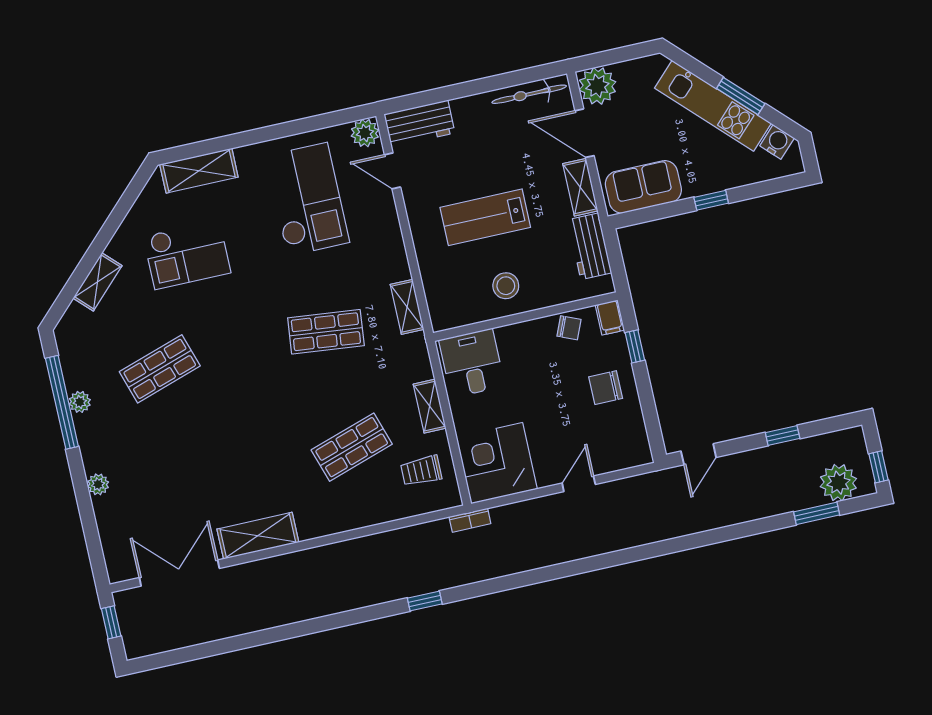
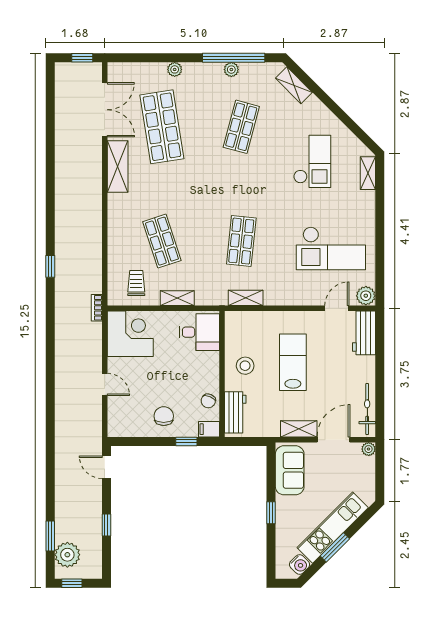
plant: (597, 86) -> (369, 449), width x0.53, depth x0.53
shelving: (199, 171) -> (368, 173), width x0.67, depth x0.75
workbench: (590, 246) -> (235, 412), moved, turned 90
checkout: (187, 255) -> (312, 161), turned 180
shelving: (98, 282) -> (294, 85), moved
shop shelf: (160, 369) -> (241, 127), turned 33
shop shelf: (186, 484) -> (162, 127), added

